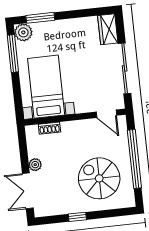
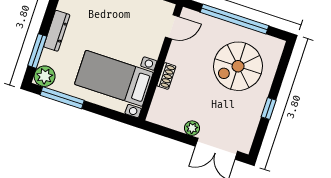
dresser: (63, 26) -> (57, 31), added
shoe rack: (49, 128) -> (166, 76), moved

